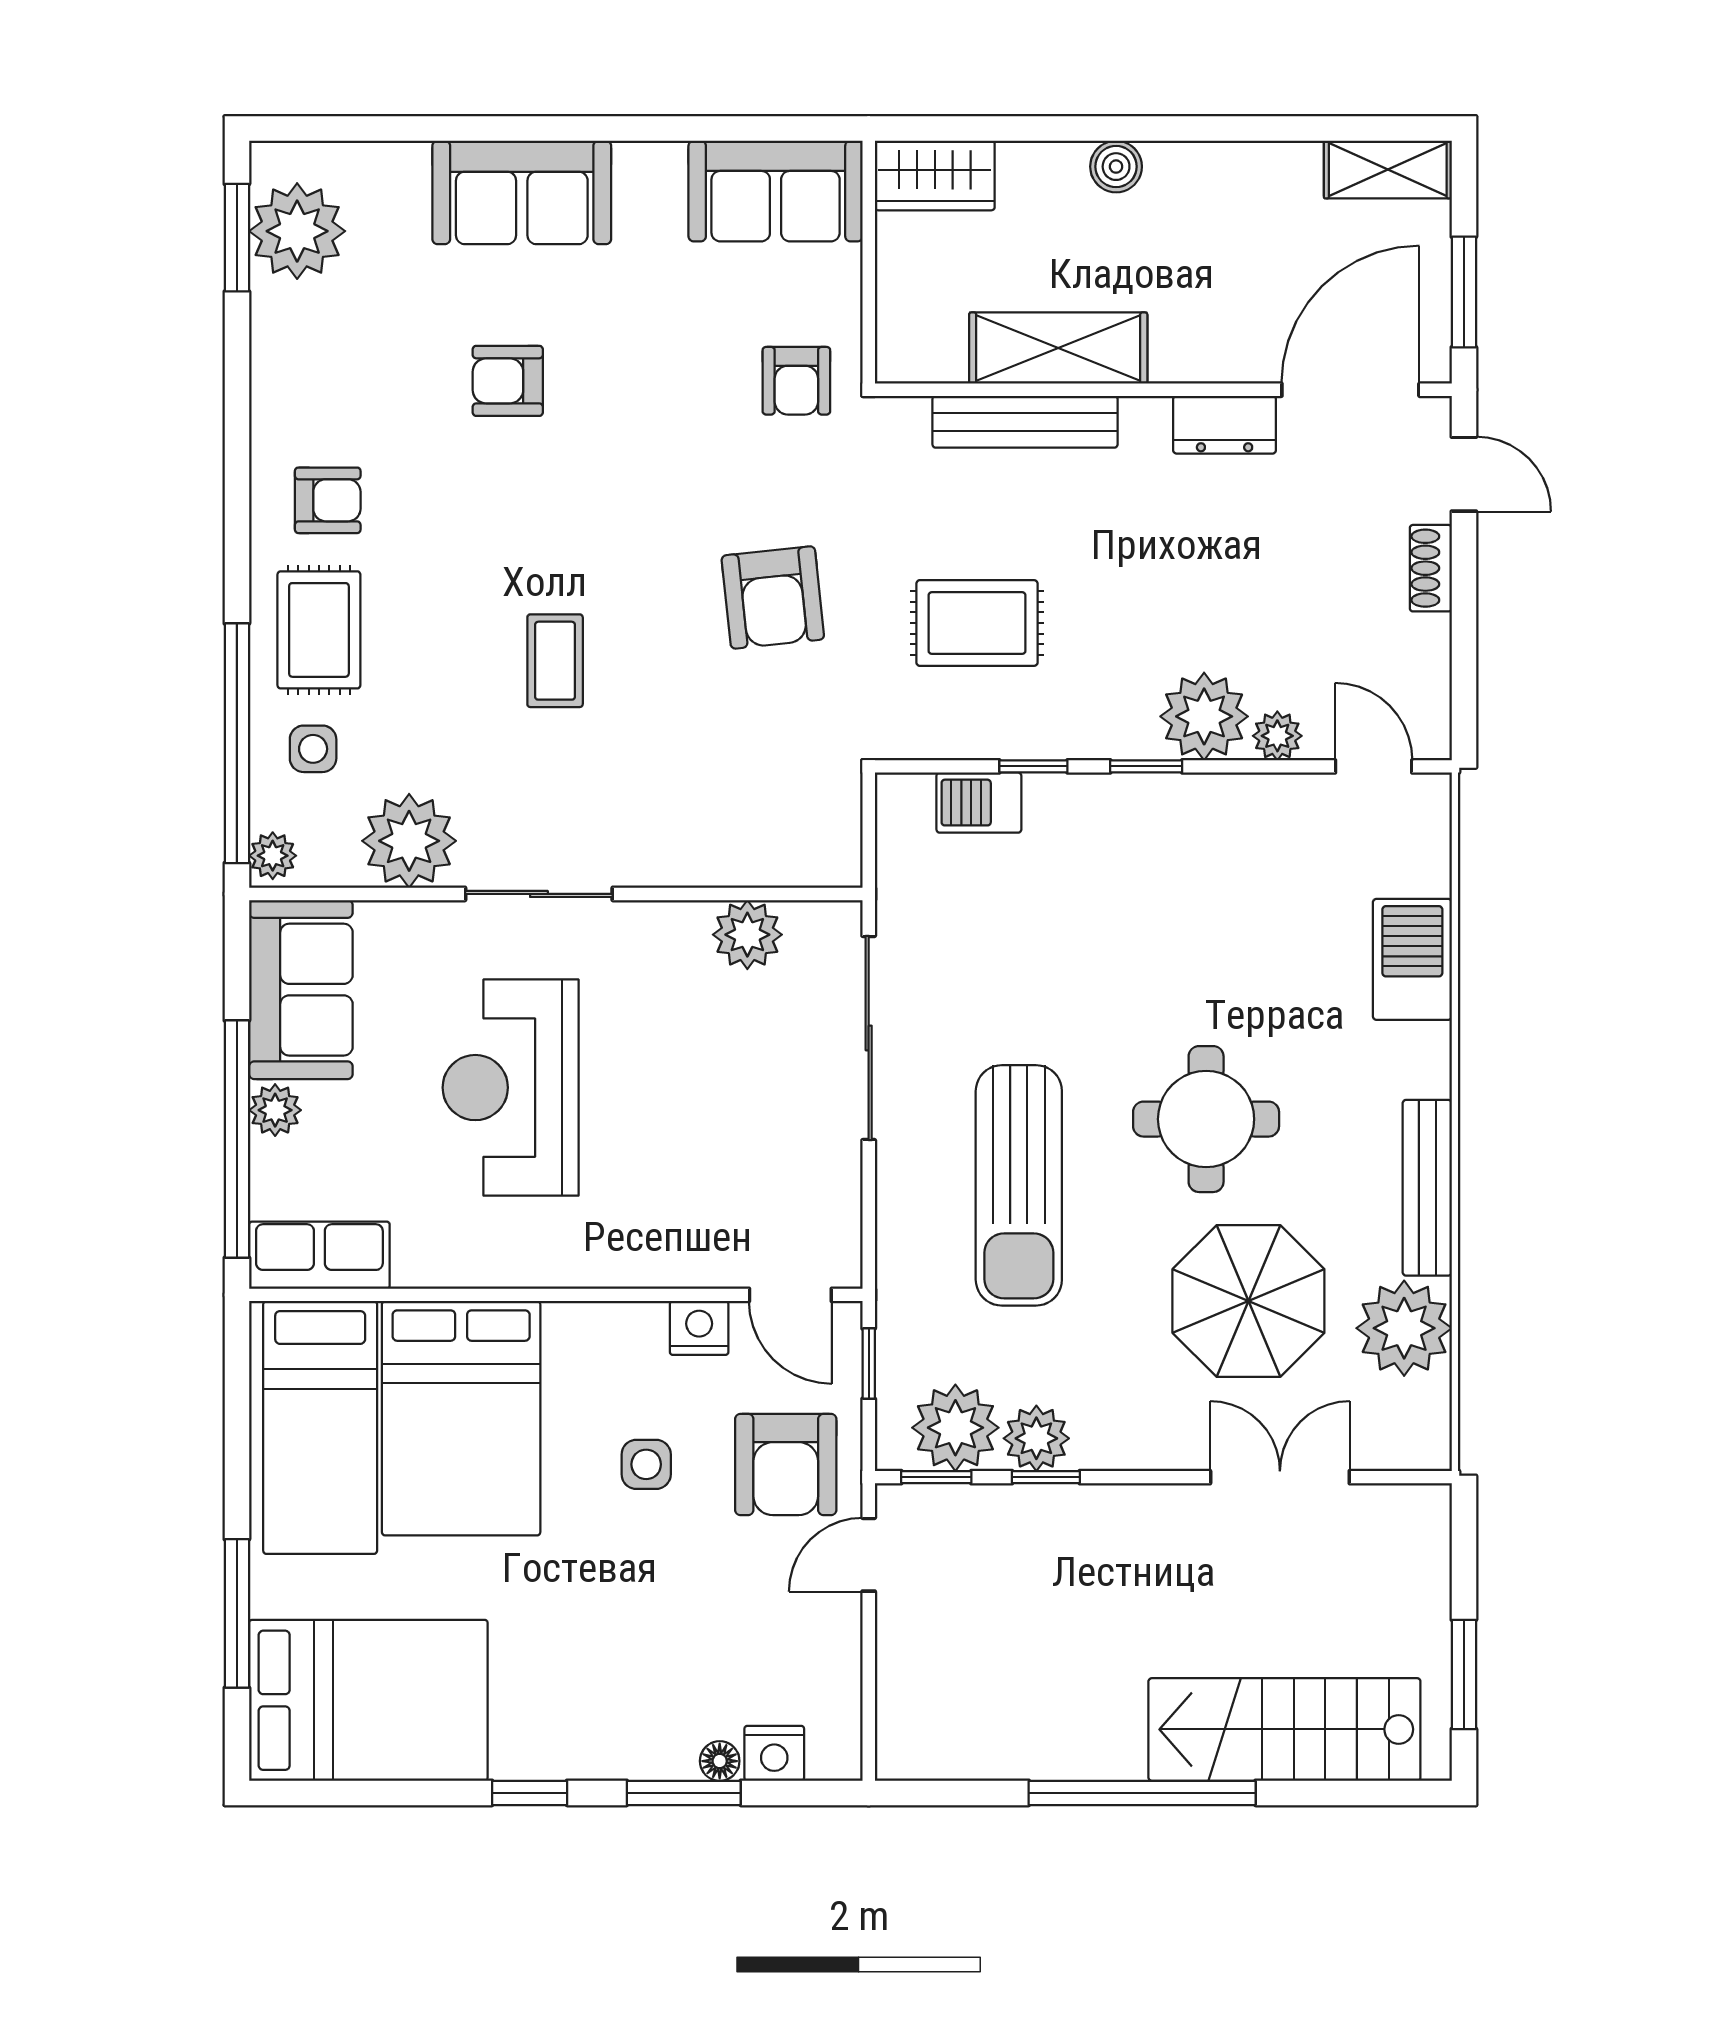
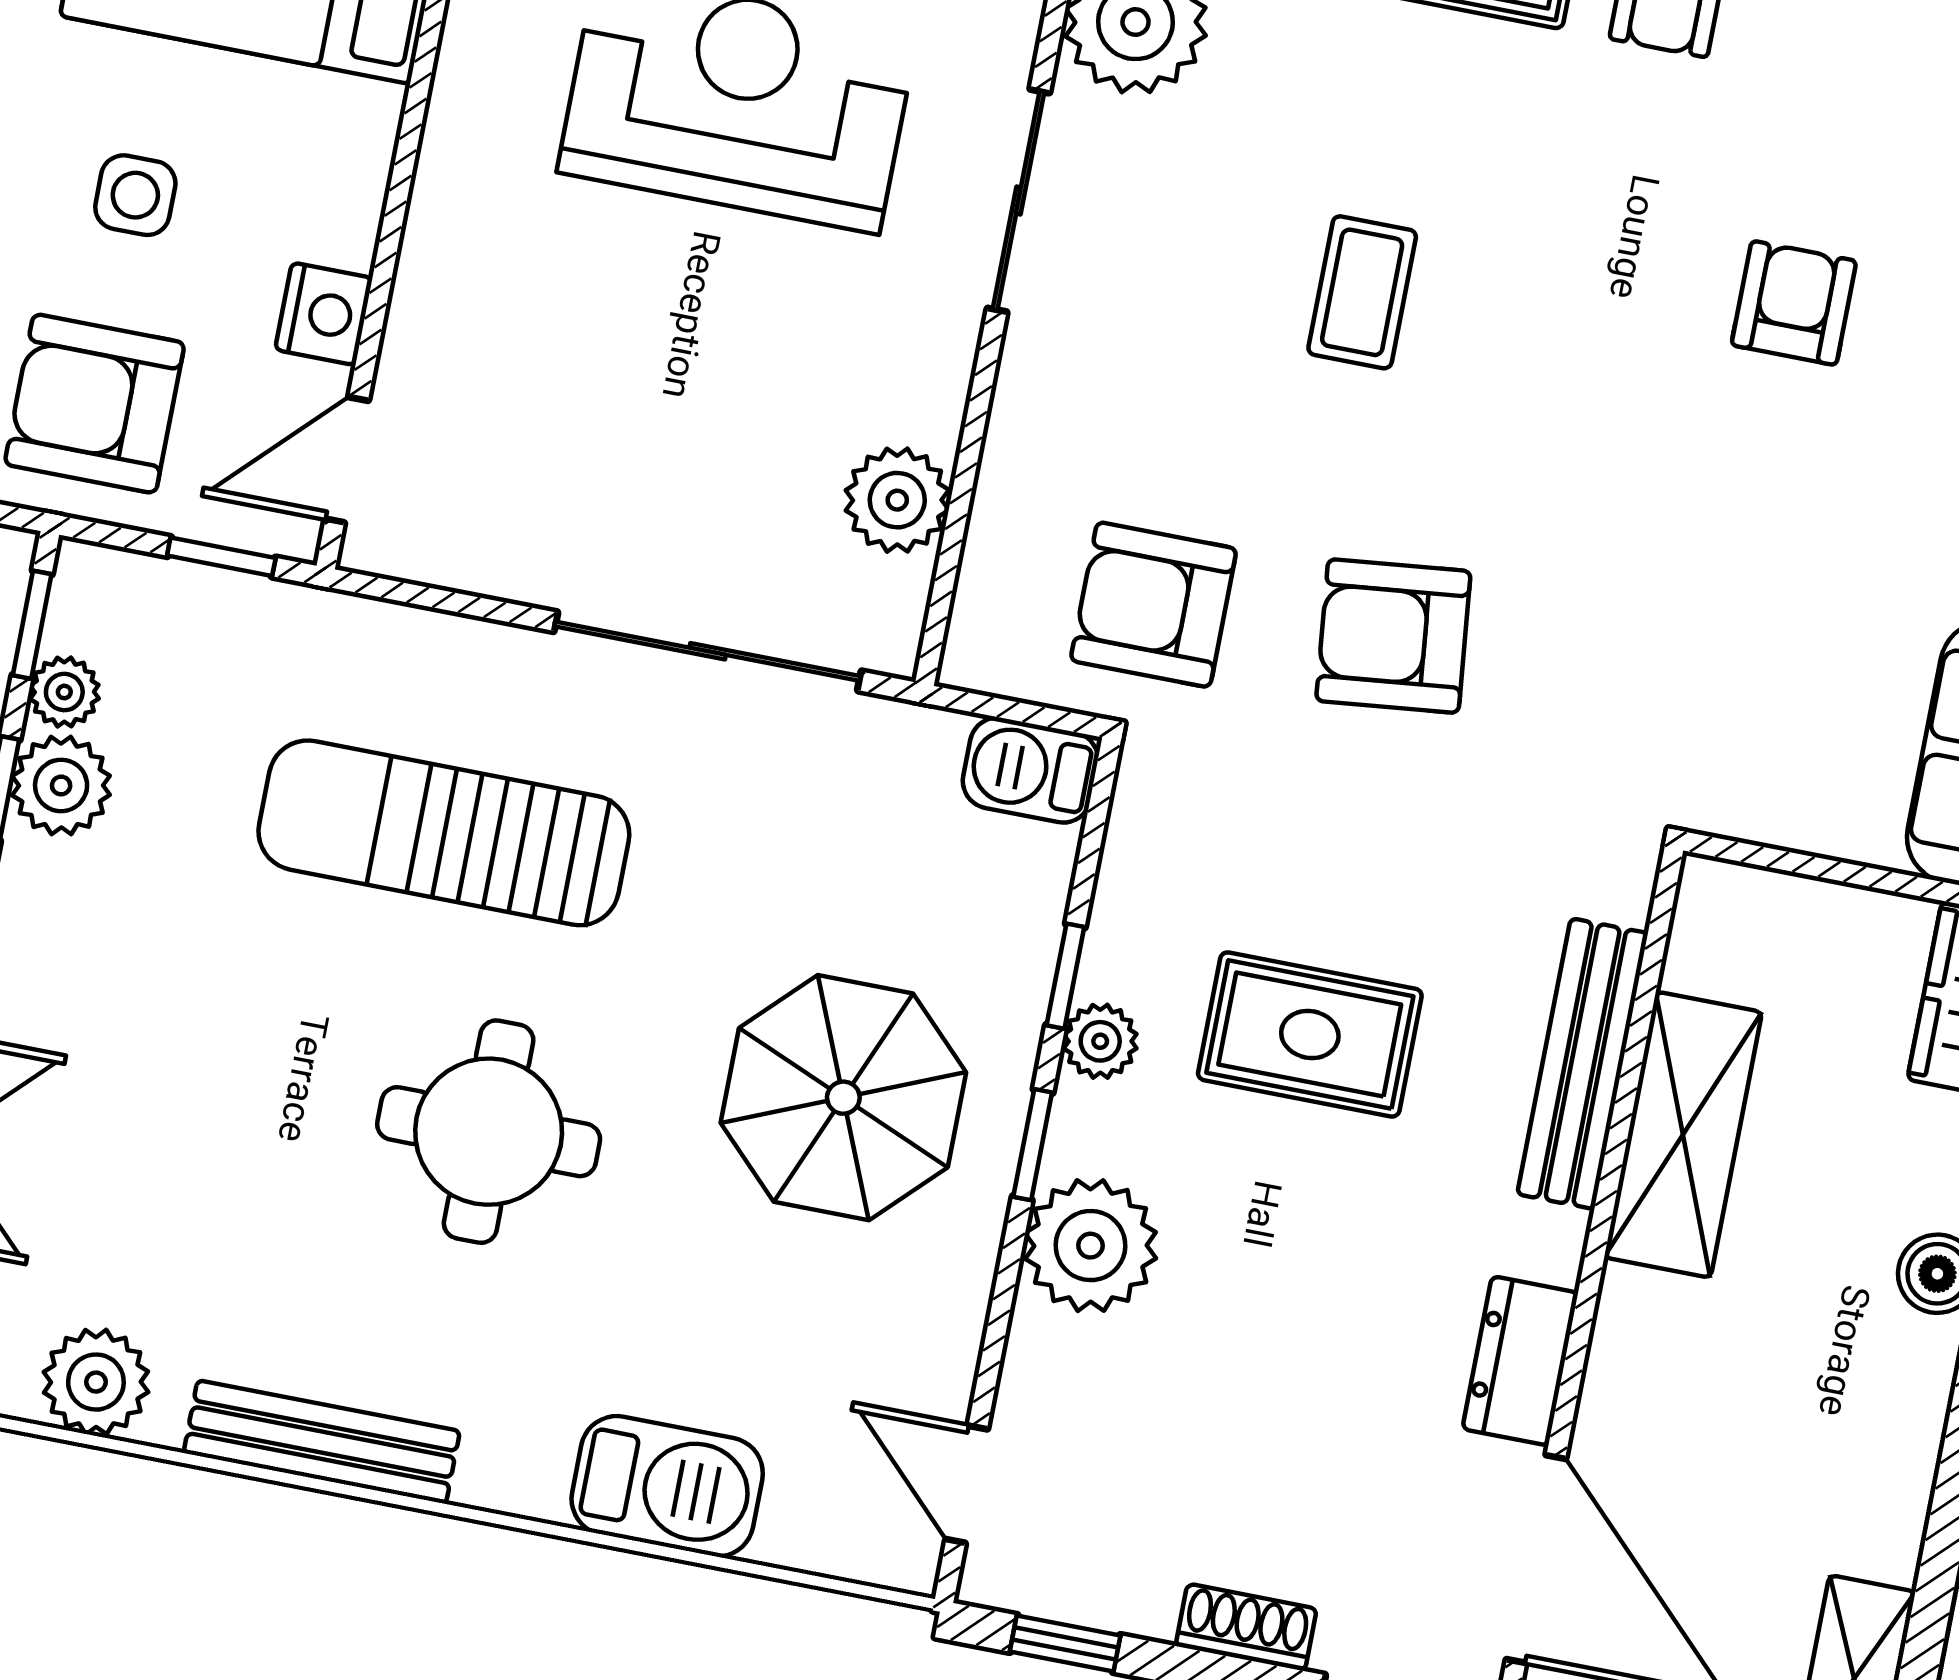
armchair: (796, 381) -> (1154, 605), moved, width x1.38, depth x1.38
rug: (977, 623) -> (1310, 1035), moved, turned 90
coffee table: (555, 661) -> (1362, 292), turned 90
window: (1464, 683) -> (1065, 1644), added
plant: (1277, 736) -> (1100, 1041), moved
door: (1374, 766) -> (967, 1484), swing flipped
barbecue: (979, 803) -> (1030, 770), moved, turned -90
parasol: (1248, 1301) -> (843, 1098), moved
plant: (1404, 1328) -> (96, 1382), width x0.73, depth x0.73
plant: (955, 1428) -> (64, 692), width x0.53, depth x0.53

